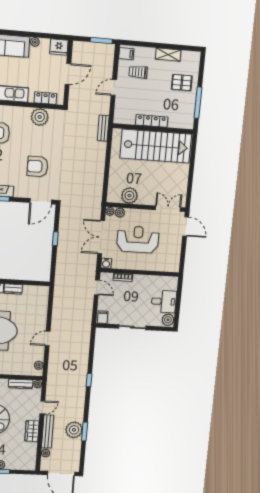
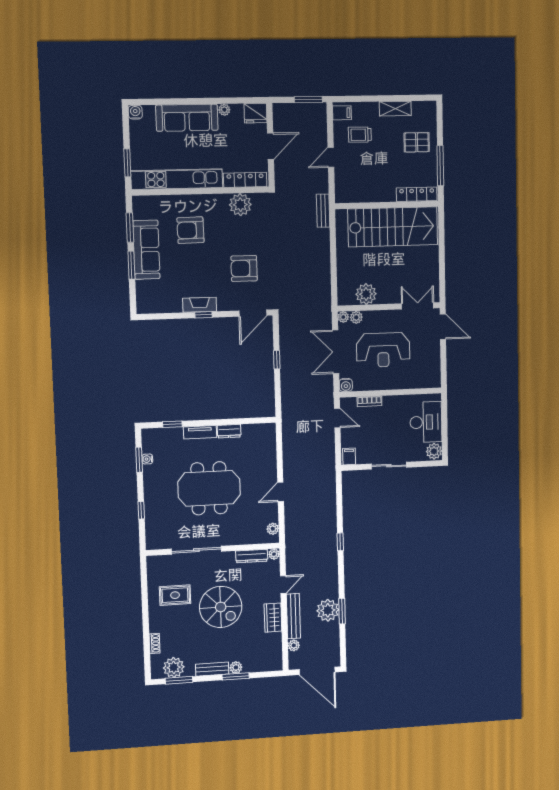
locker: (45, 98) -> (245, 180), width x1.53
locker: (152, 121) -> (417, 194), moved
reception desk: (138, 239) -> (383, 350), turned 180
desk: (164, 302) -> (426, 422), width x1.37

